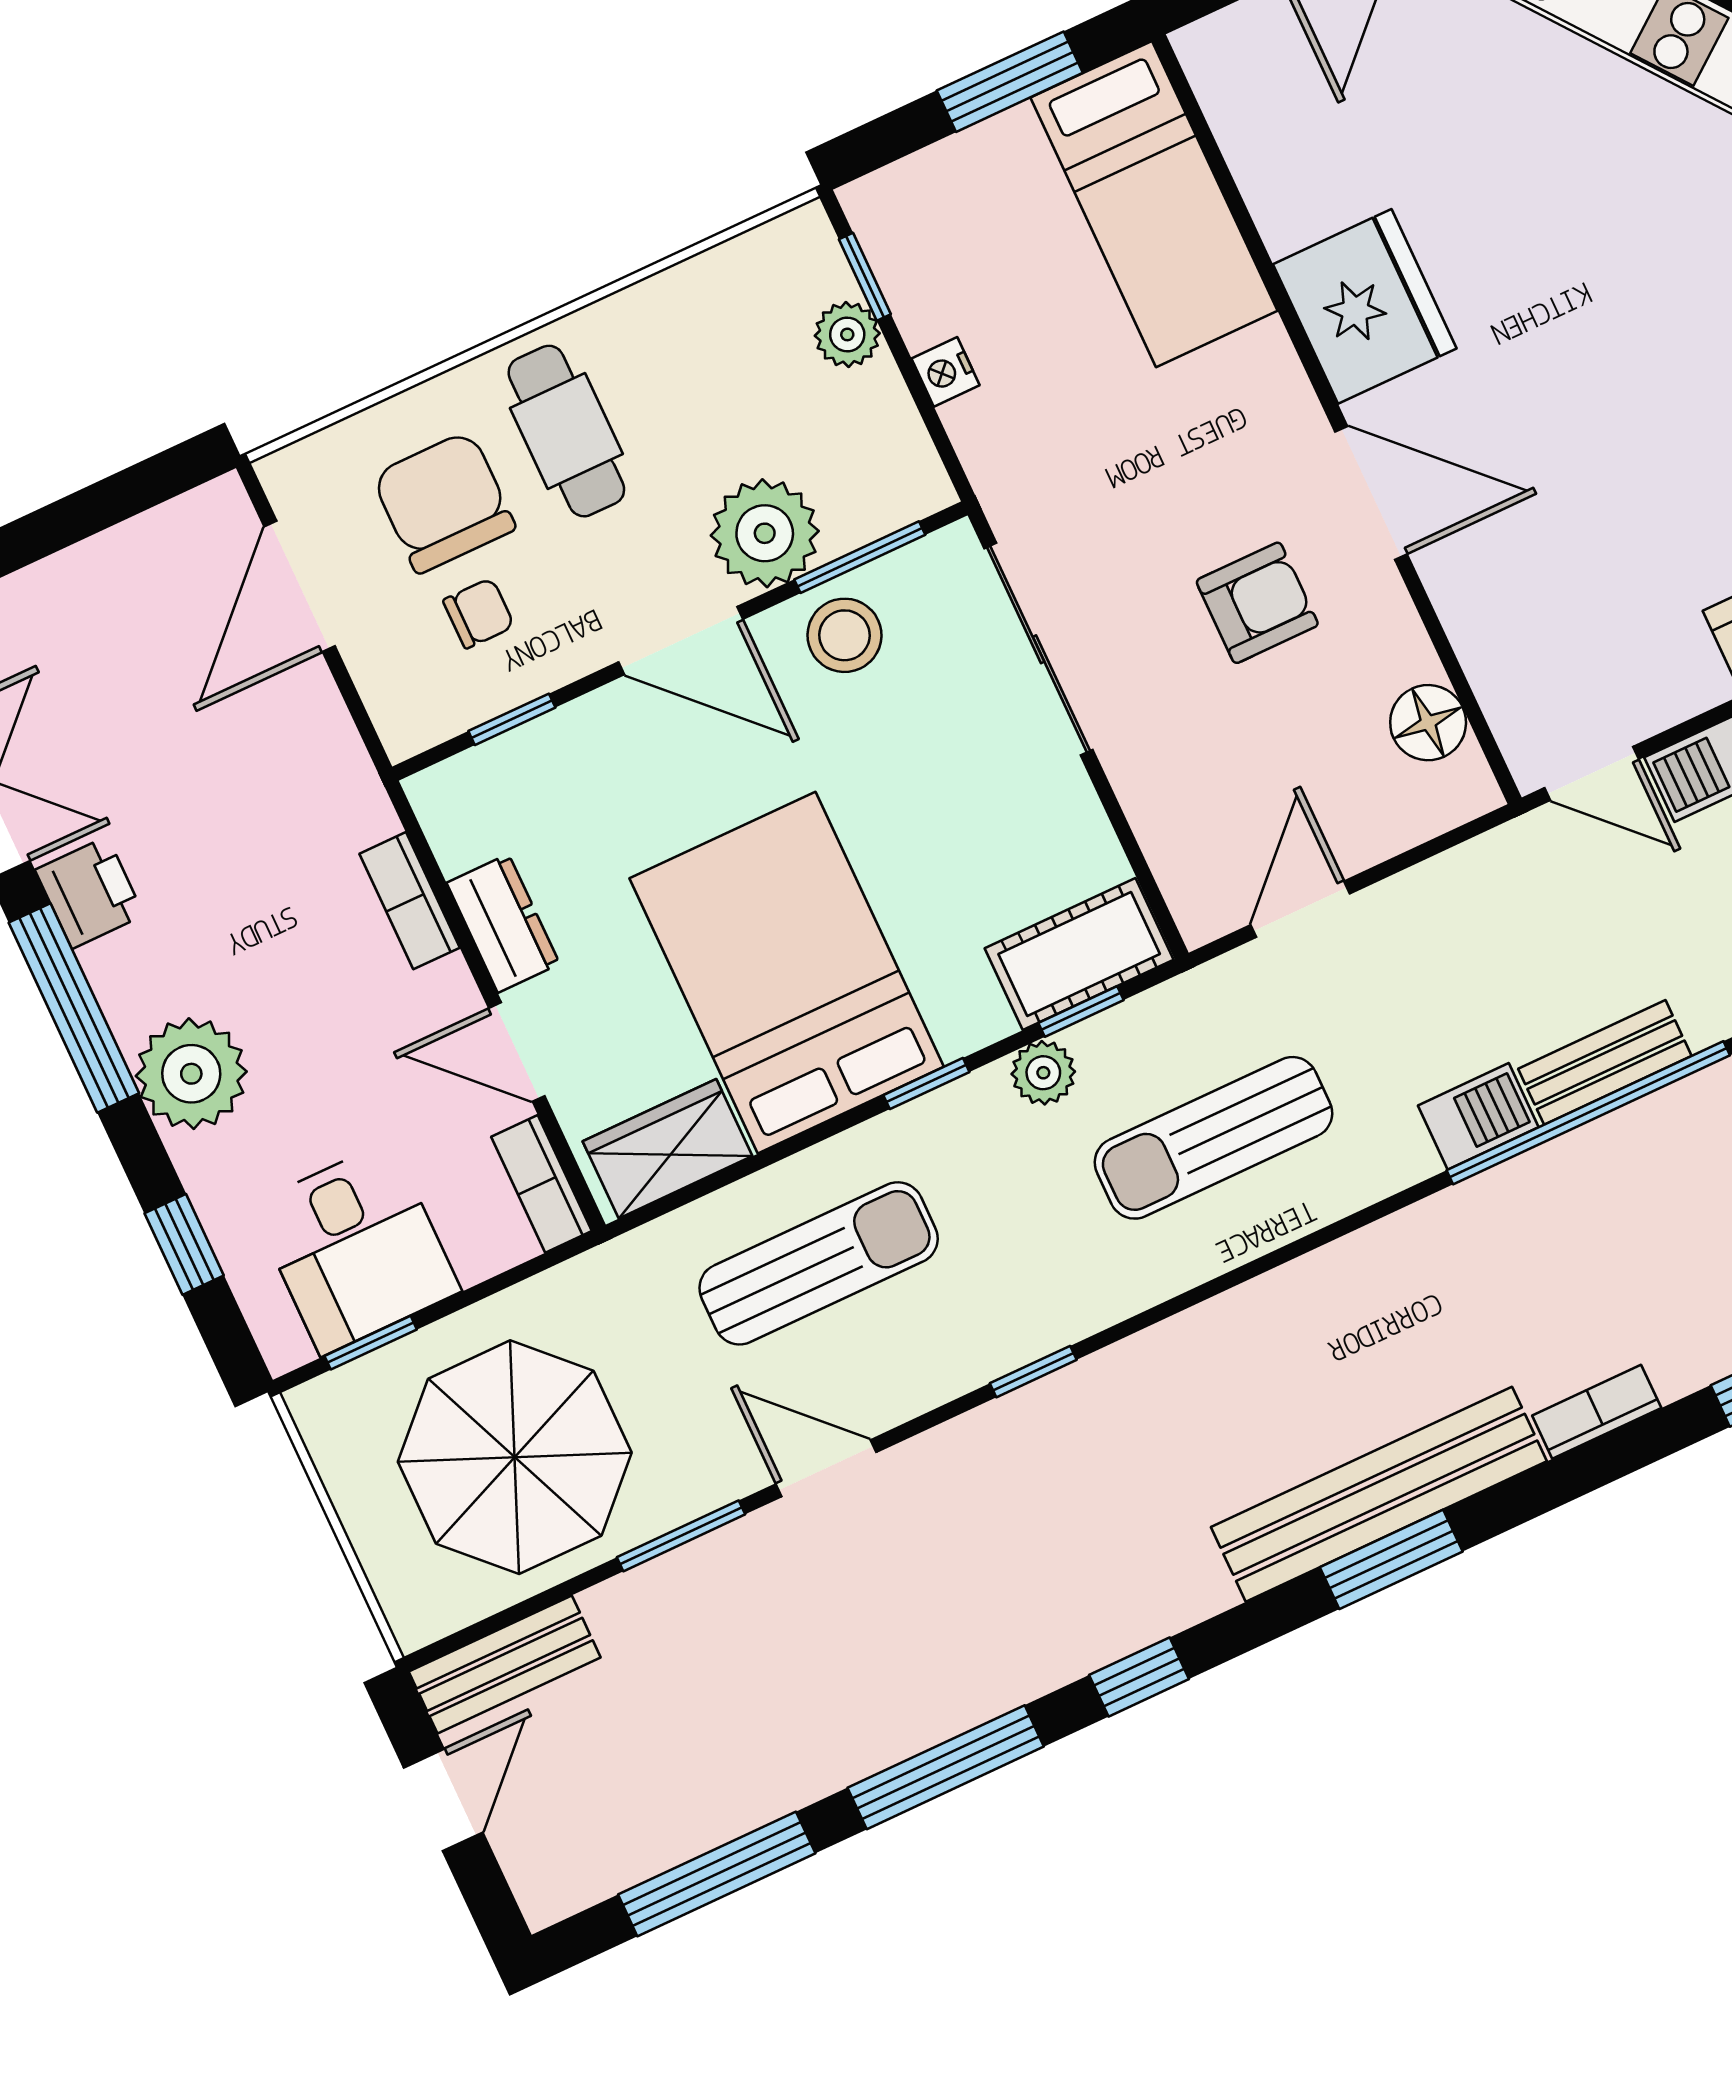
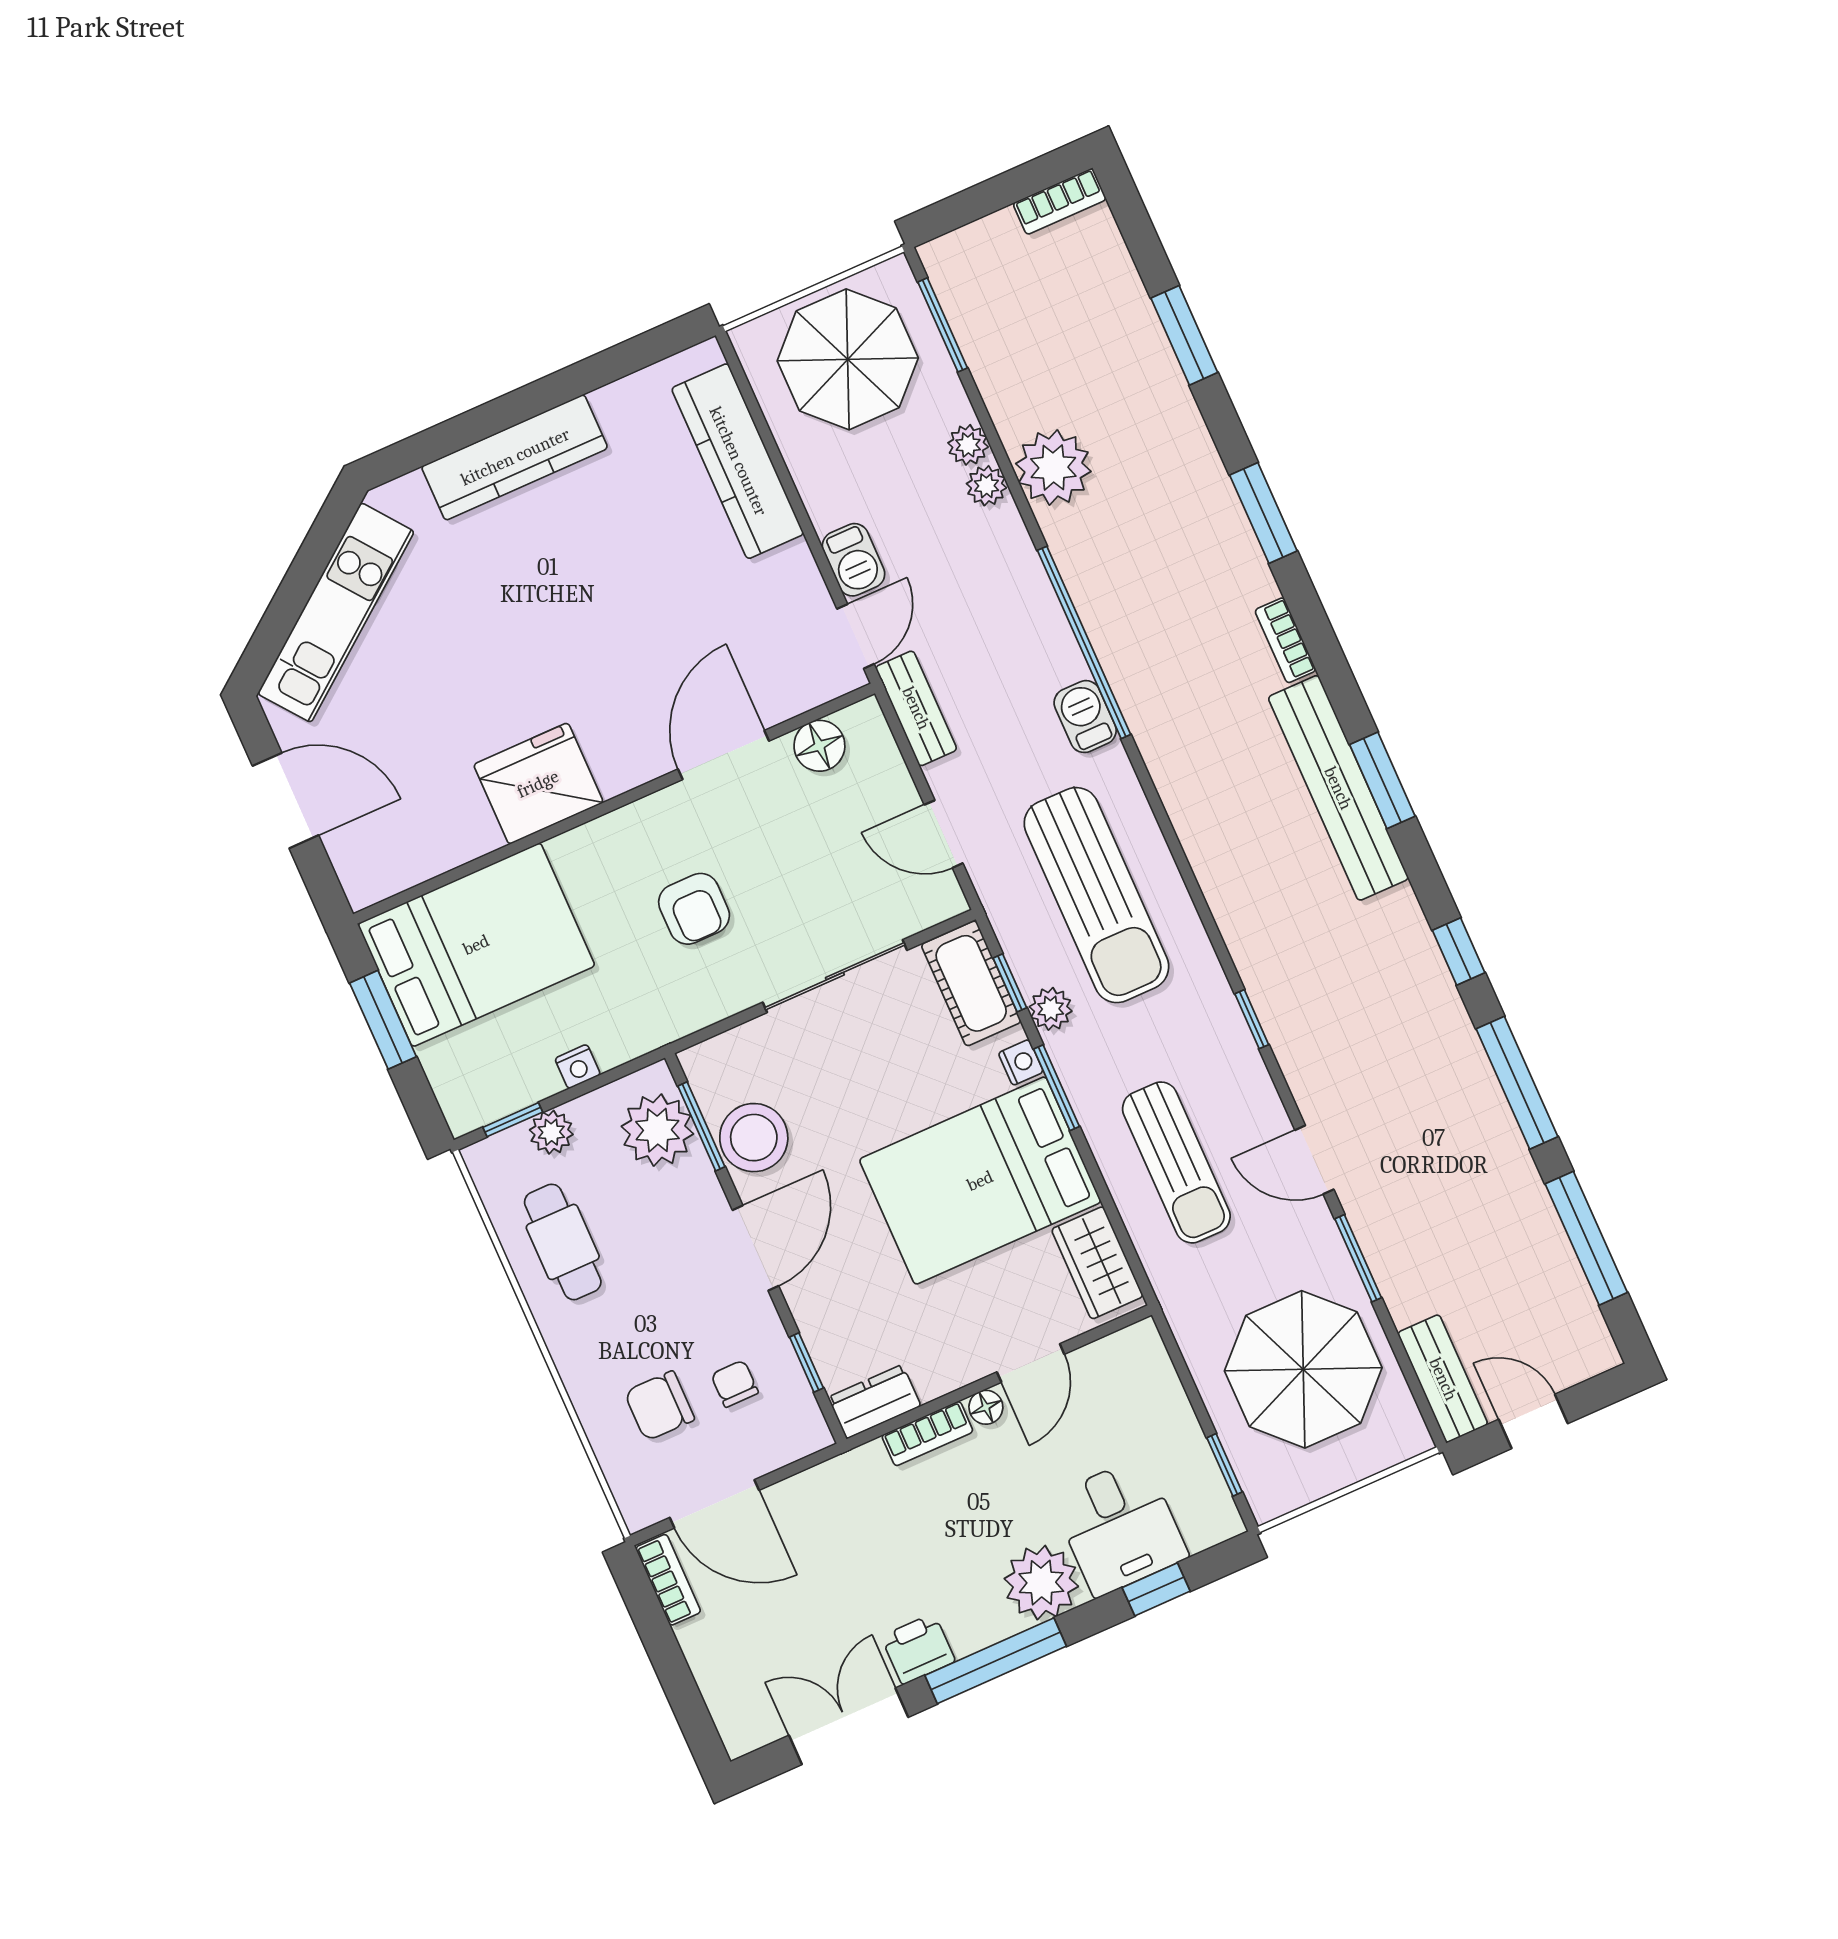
bed: (1154, 204) -> (476, 945), width x1.50
cafe table: (566, 431) -> (563, 1242), moved, turned 90
door: (1371, 493) -> (724, 755), moved
chair: (444, 502) -> (659, 1406), width x0.73, depth x0.73
plant: (765, 533) -> (657, 1130), moved
armchair: (1257, 603) -> (694, 909), moved, turned 180
stool: (845, 635) -> (754, 1138), width x1.38, depth x1.38
sliding door: (1039, 649) -> (835, 976), moved
dresser: (503, 923) -> (874, 1402), moved
floor lamp: (450, 987) -> (986, 1407), added
nightstand: (963, 1030) -> (1021, 1062), added
bench: (1605, 1062) -> (916, 708), moved
window: (926, 1084) -> (1057, 1088), width x1.50
sun lounger: (1214, 1138) -> (1096, 895), width x1.36, depth x1.34
bookcase: (542, 1184) -> (668, 1580), moved, turned -90
desk: (356, 1248) -> (1119, 1527), moved, turned 90
sun lounger: (819, 1263) -> (1176, 1162), turned 180
door: (826, 1468) -> (1314, 1160), hinge flipped

